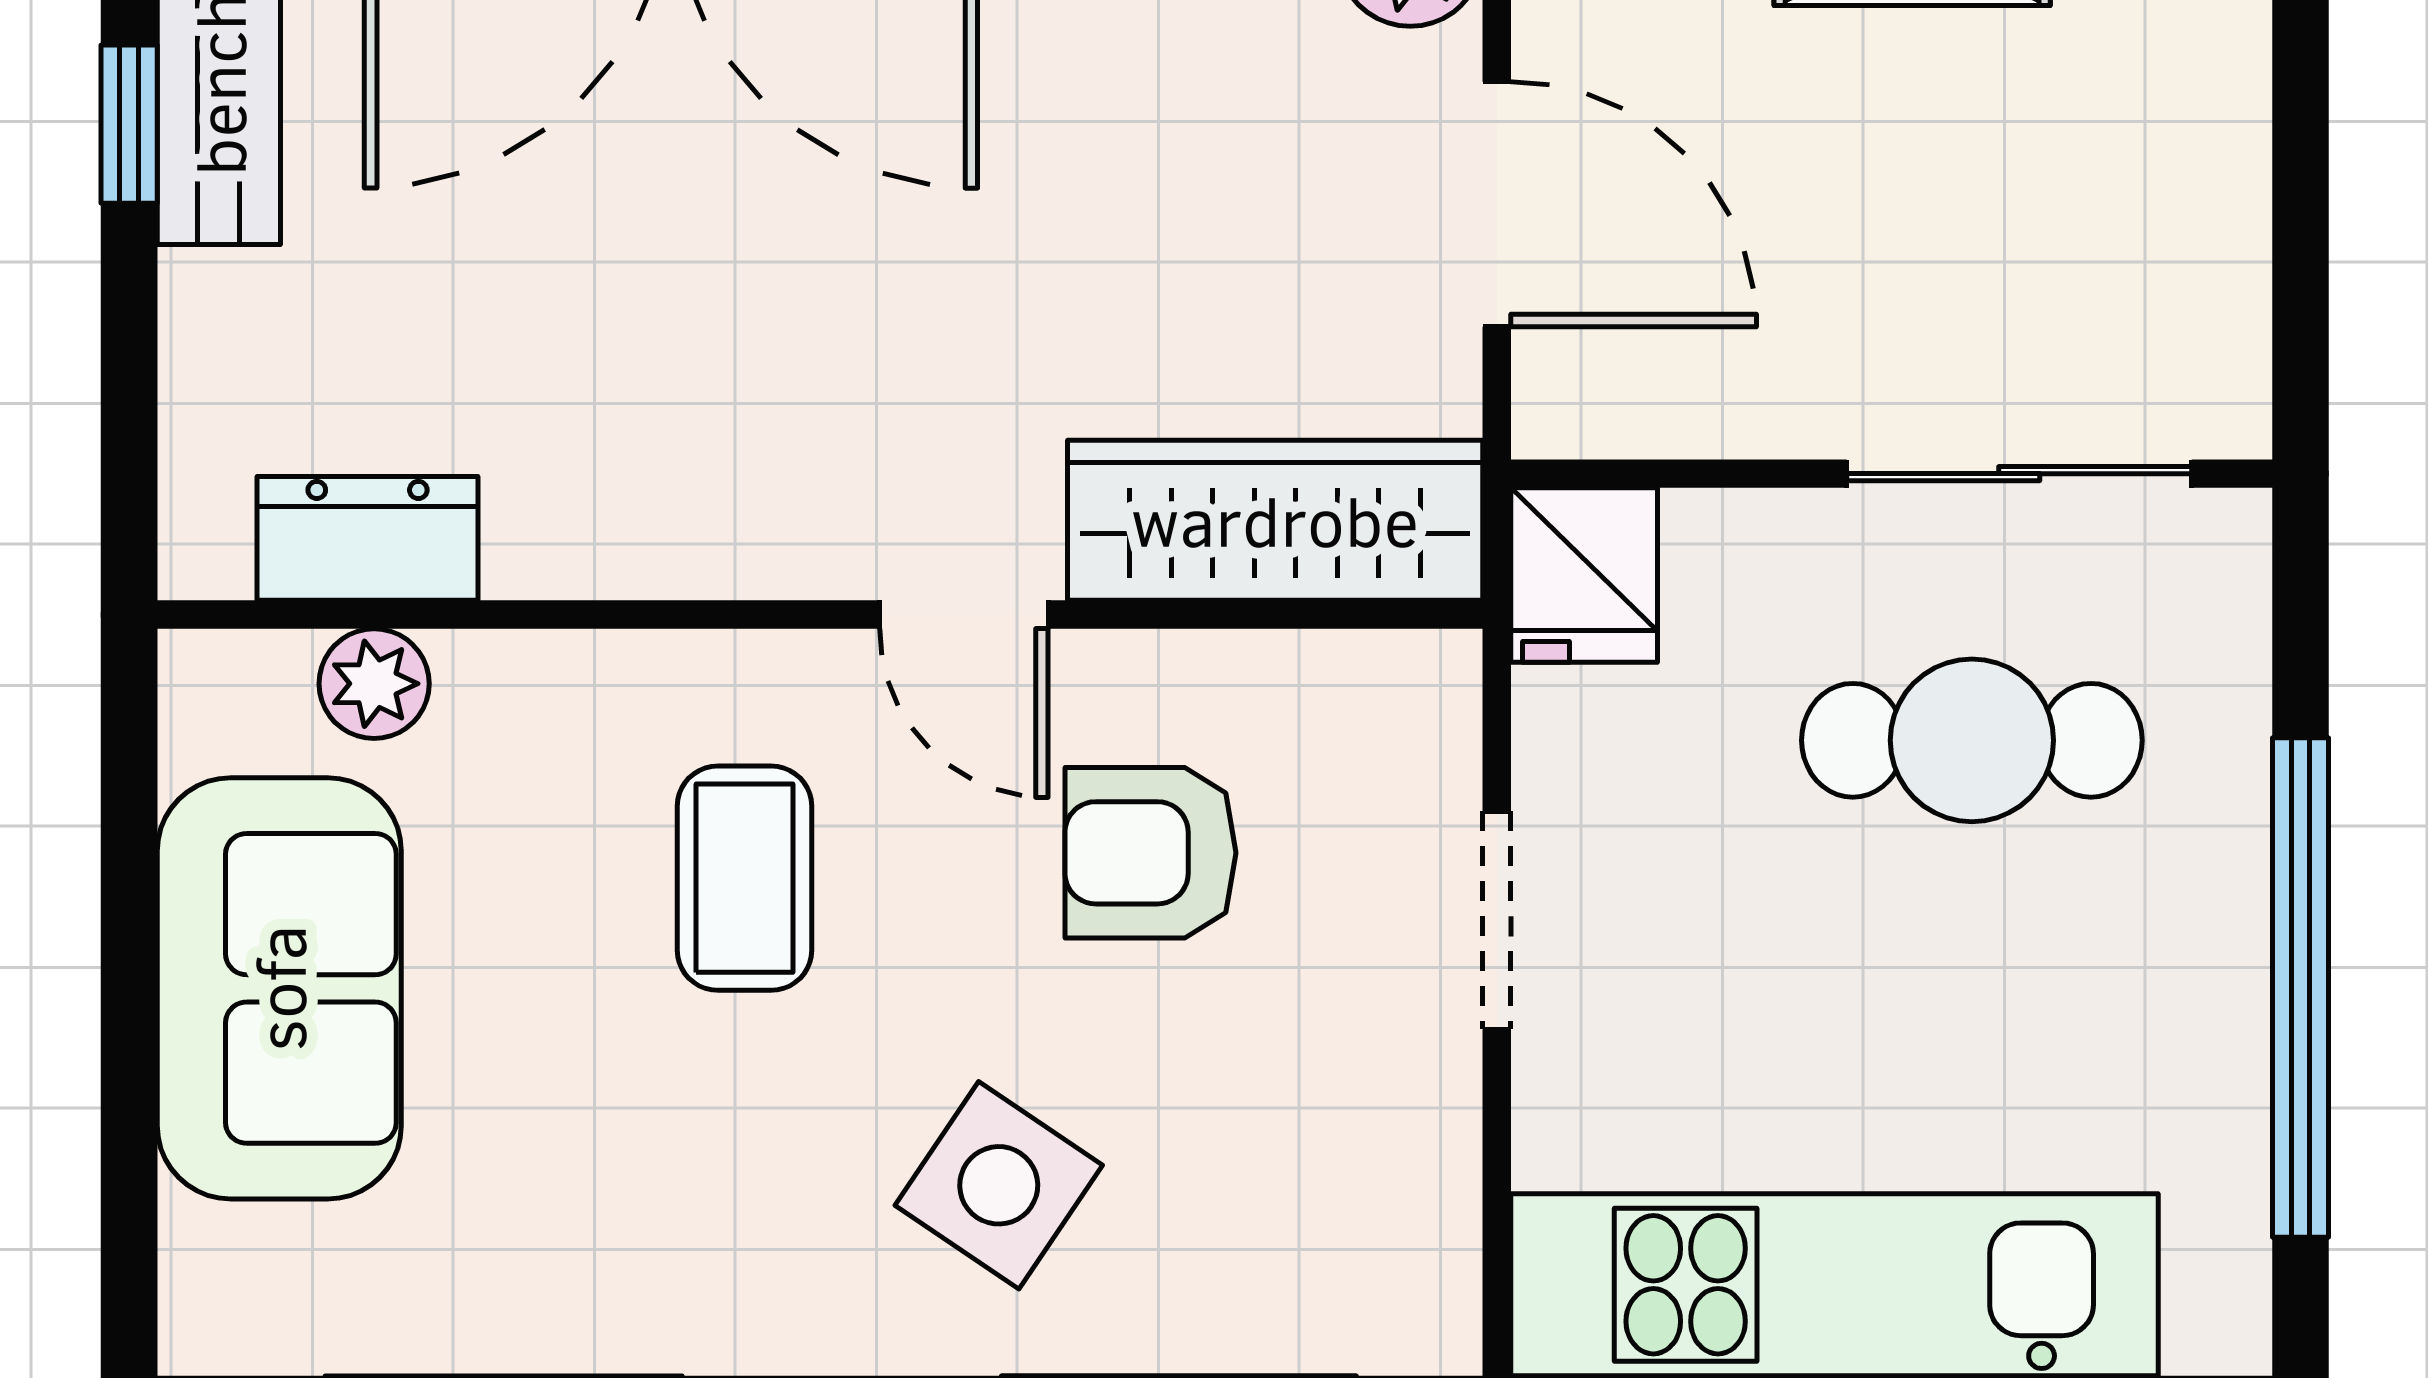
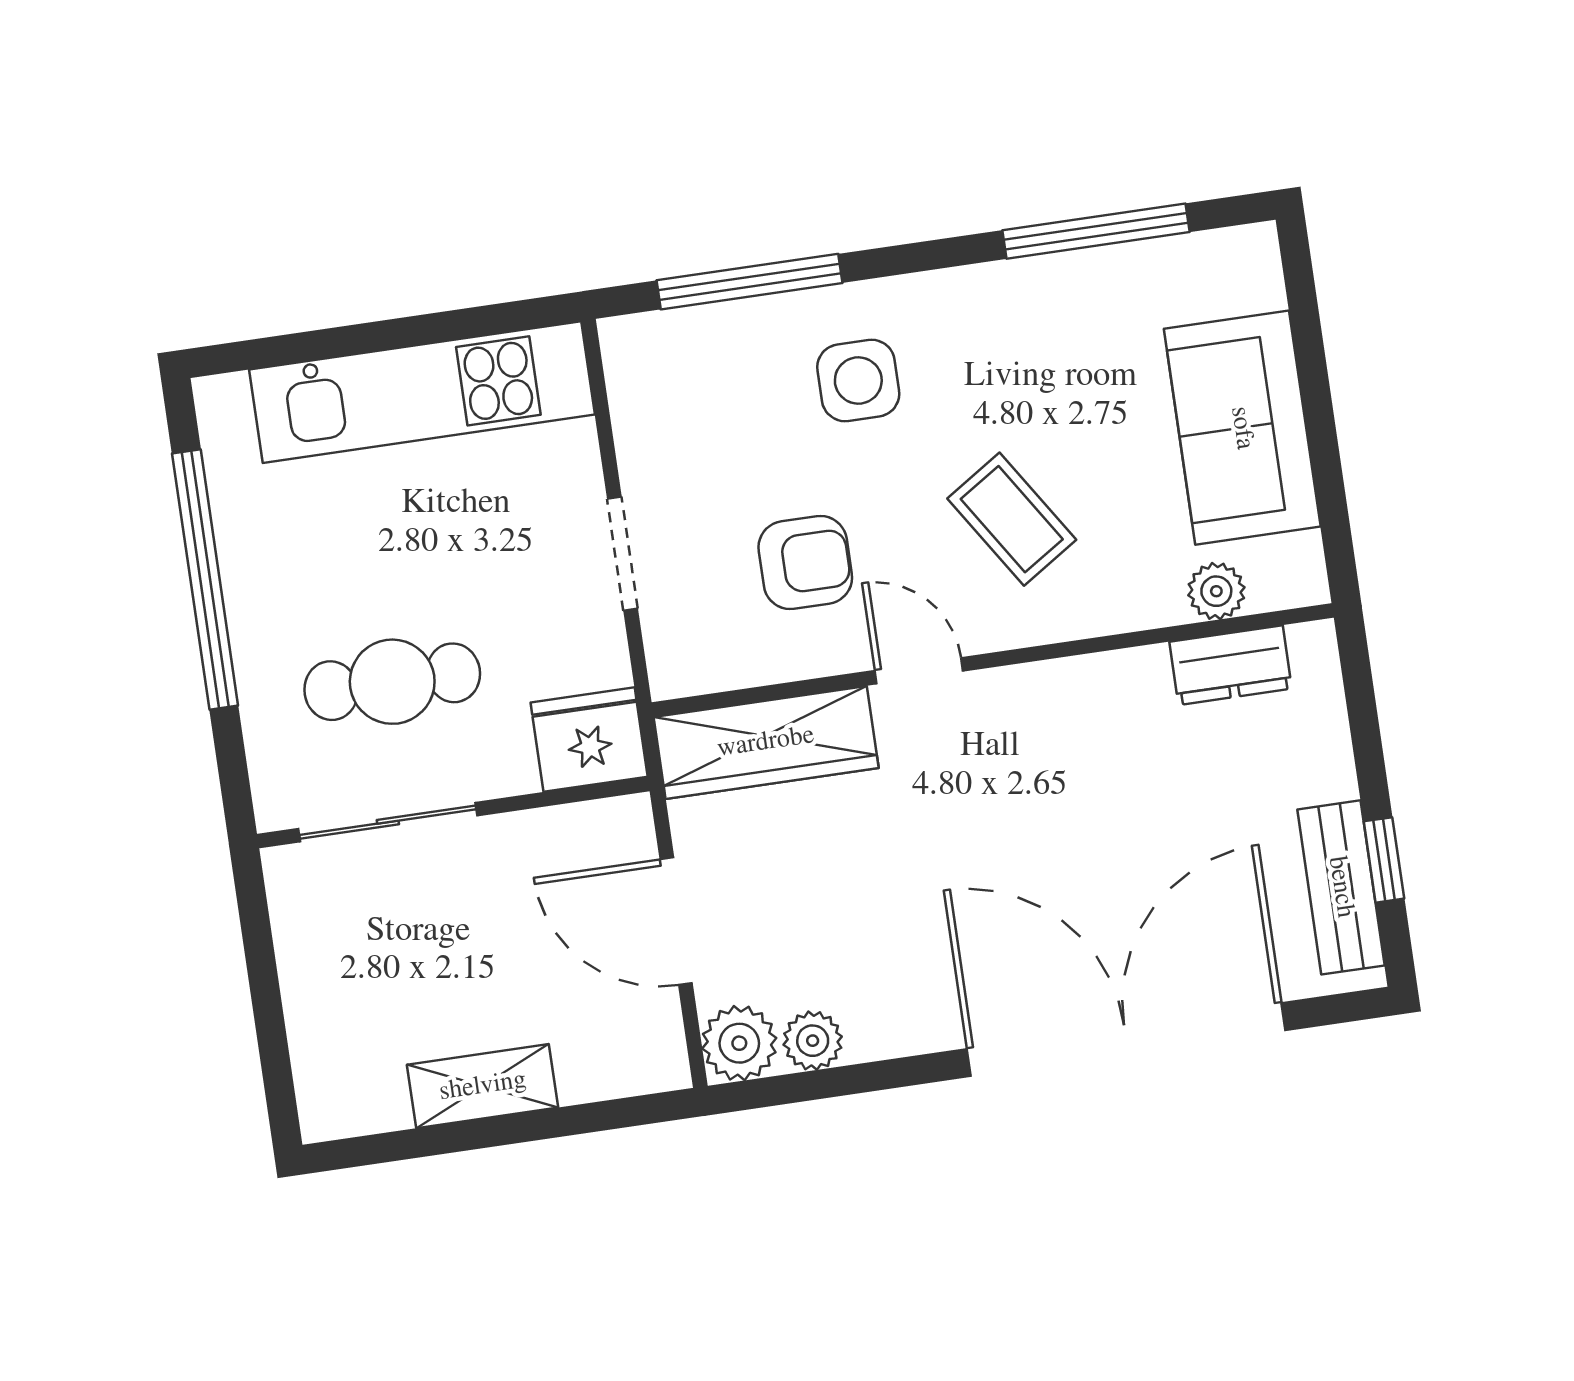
fridge: (1584, 575) -> (589, 740), width x1.38
coffee table: (744, 878) -> (1012, 519), turned -33
side table: (999, 1185) -> (858, 380), turned -34

